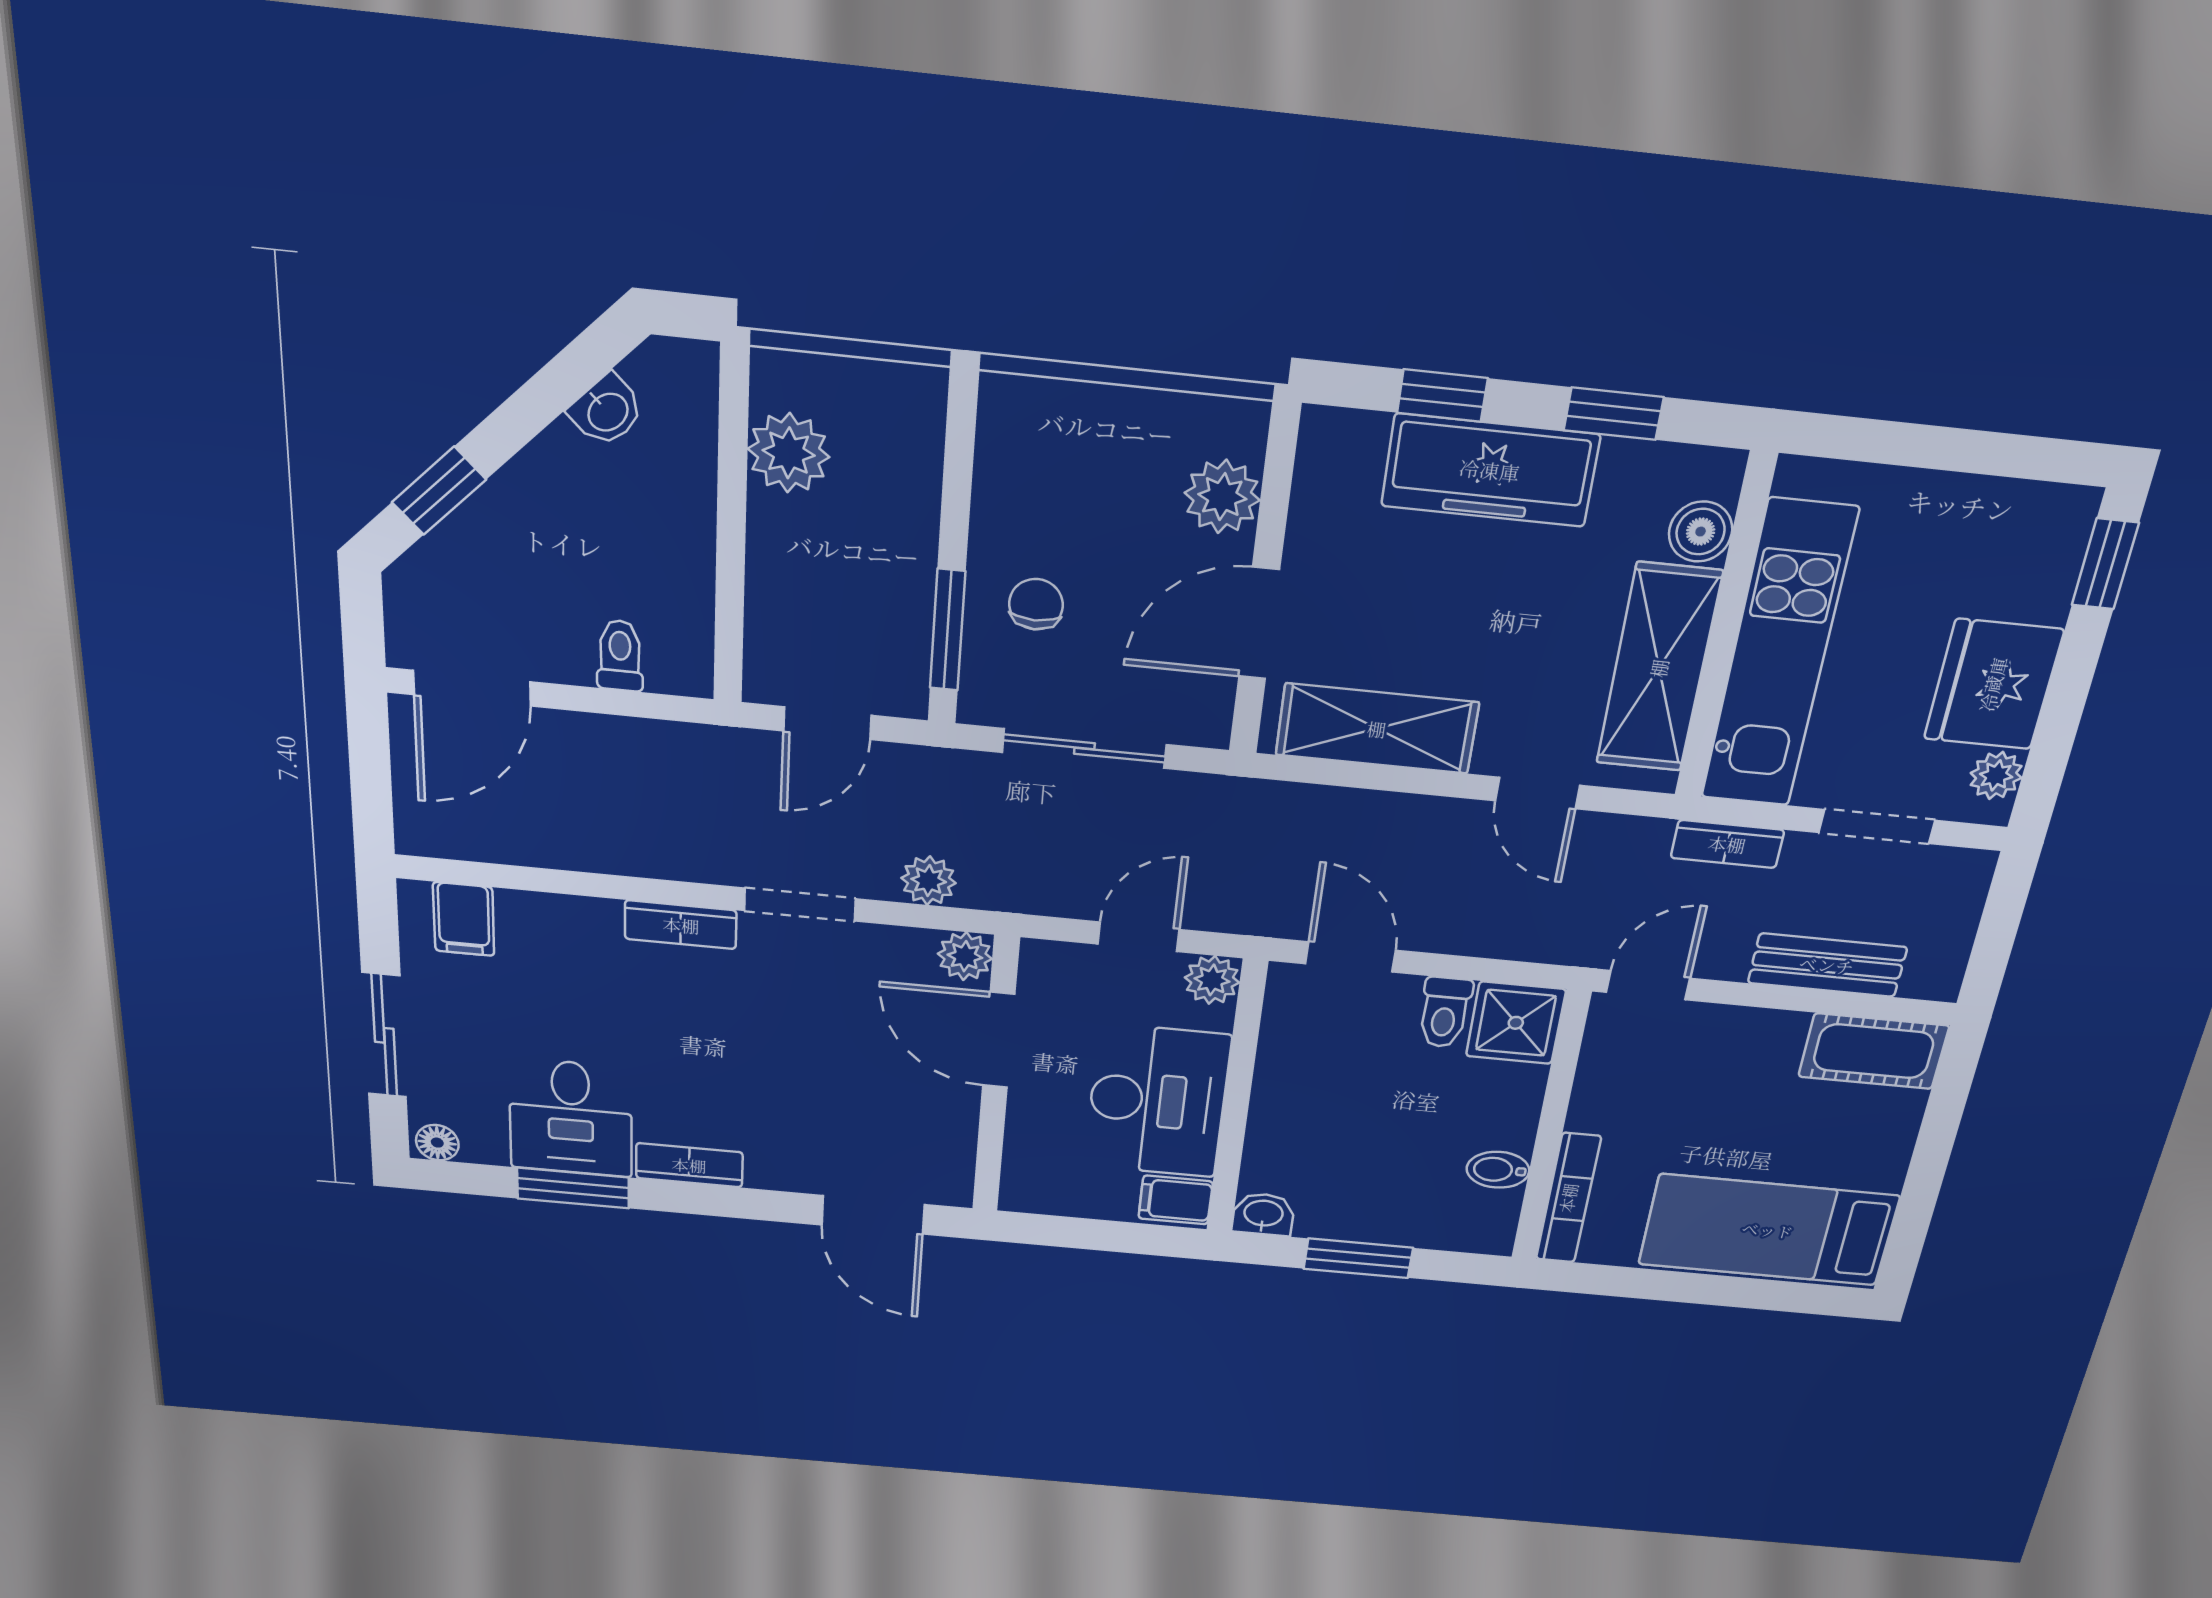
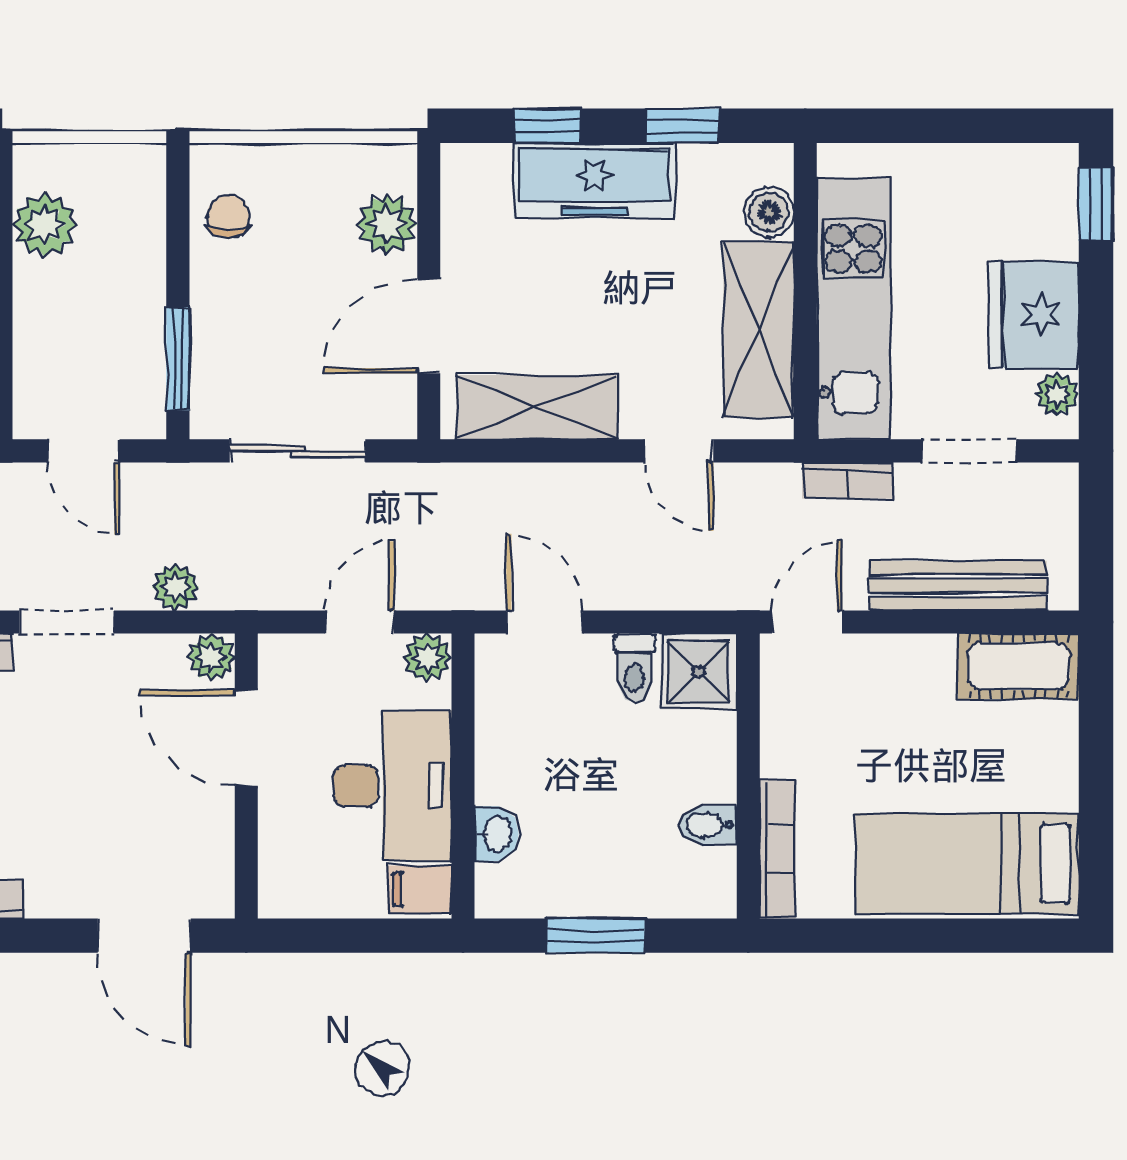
chair: (1036, 604) -> (228, 217), moved
door: (827, 723) -> (84, 451), hinge flipped
bench: (1827, 965) -> (958, 586), width x1.36
washbasin: (1263, 1214) -> (497, 834), moved, turned 90

